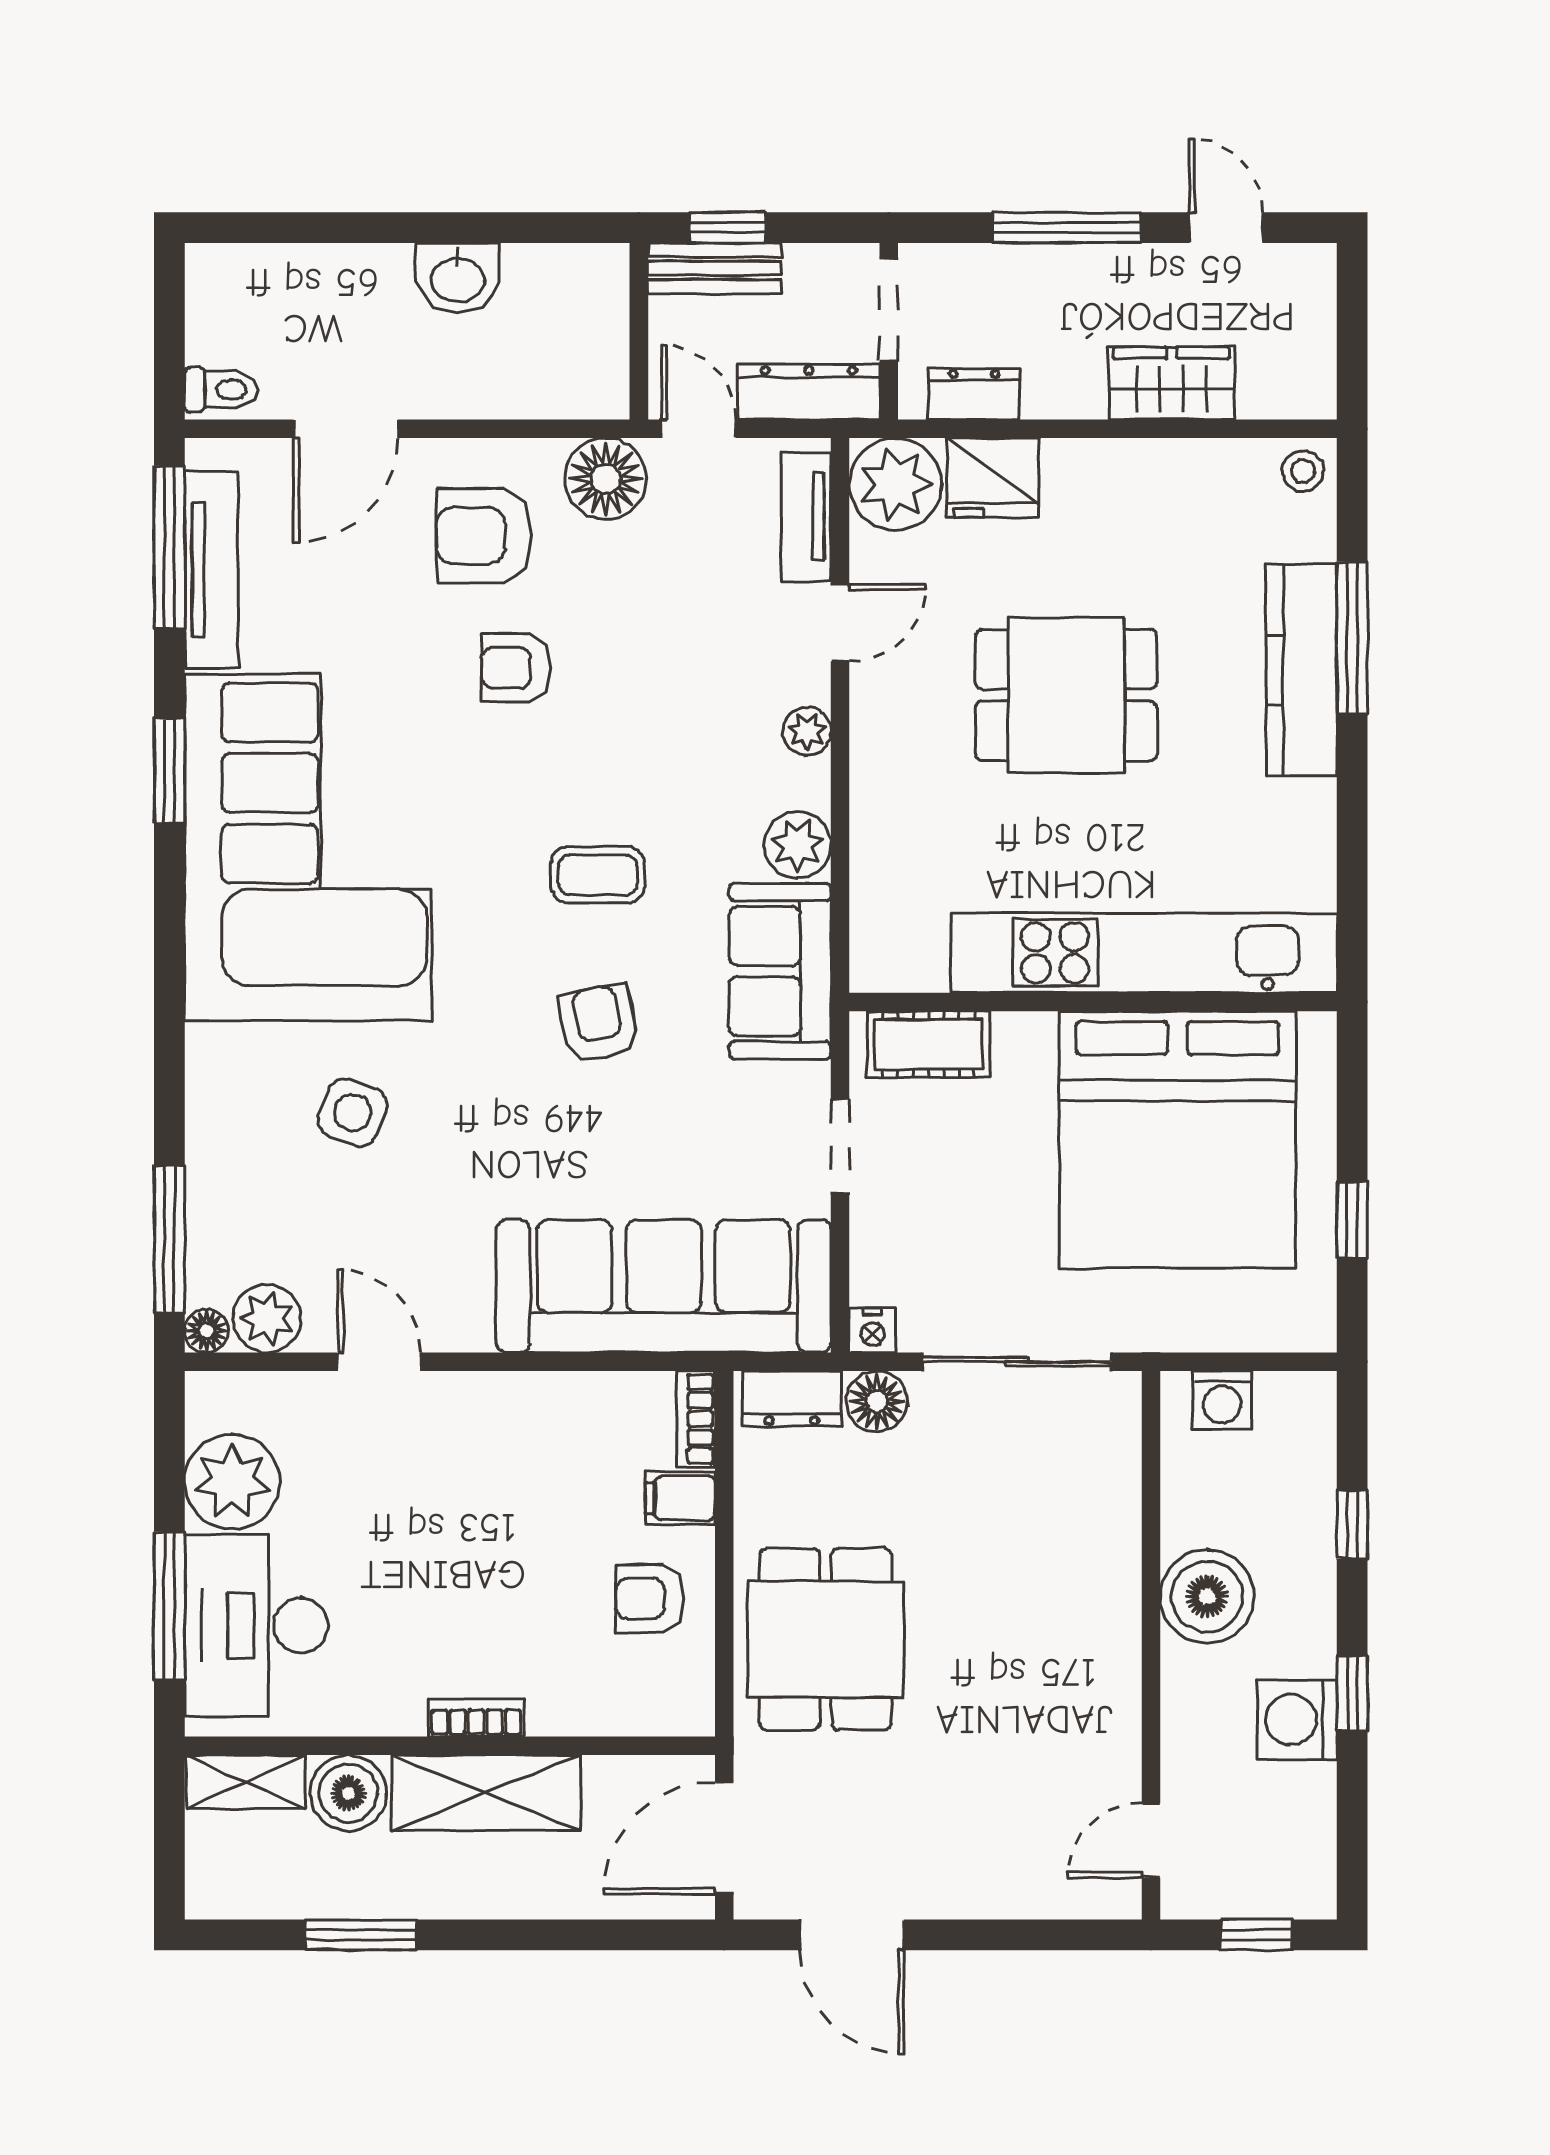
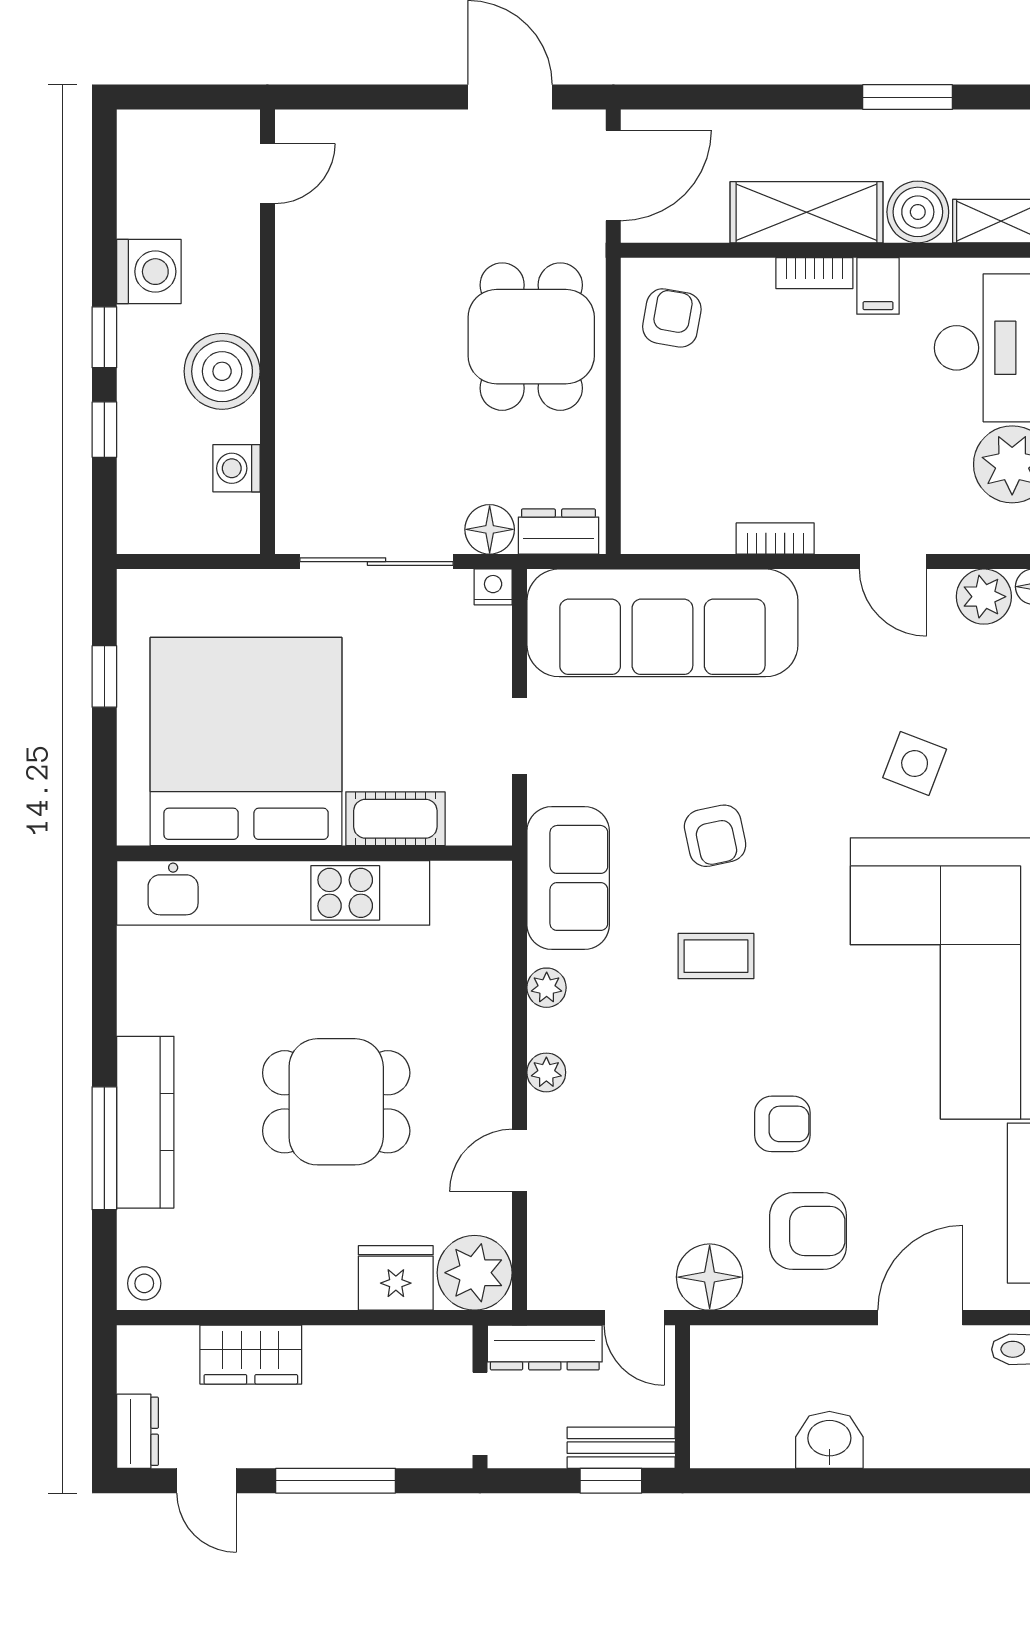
dresser: (974, 394) -> (138, 1431), moved, turned -90
tv unit: (806, 517) -> (547, 1247), removed
plant: (798, 845) -> (547, 988), width x0.73, depth x0.73
cot: (928, 1044) -> (395, 819), moved
washing machine: (1222, 1400) -> (236, 468), moved, turned -90
bookcase: (696, 1419) -> (775, 539), moved, turned -90
filing cabinet: (680, 1498) -> (878, 286), moved, turned 90
armchair: (650, 1599) -> (672, 318), moved, turned -80
window: (1352, 1693) -> (104, 337), moved
window: (1256, 1935) -> (182, 97), removed

